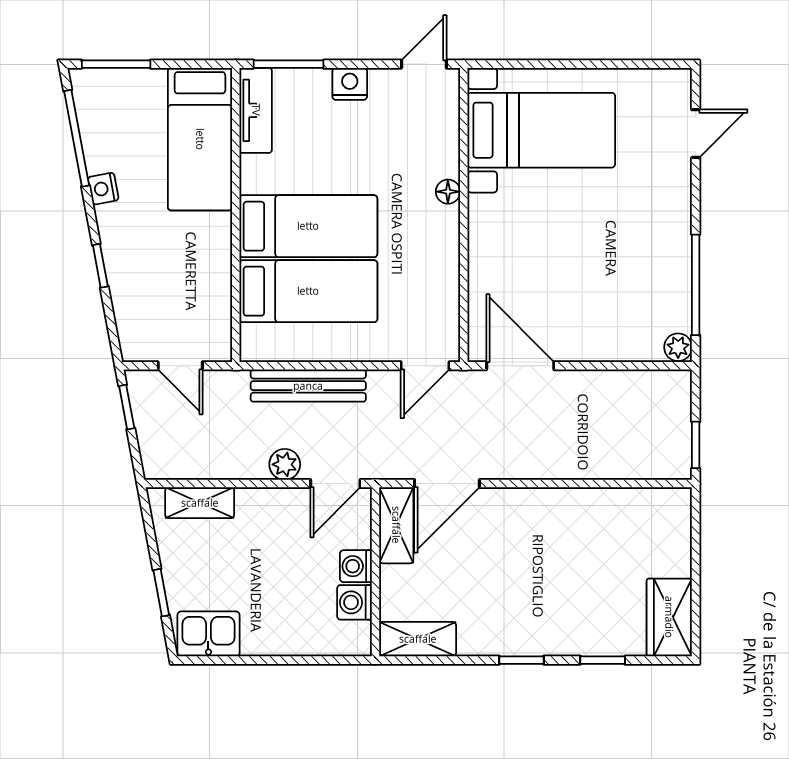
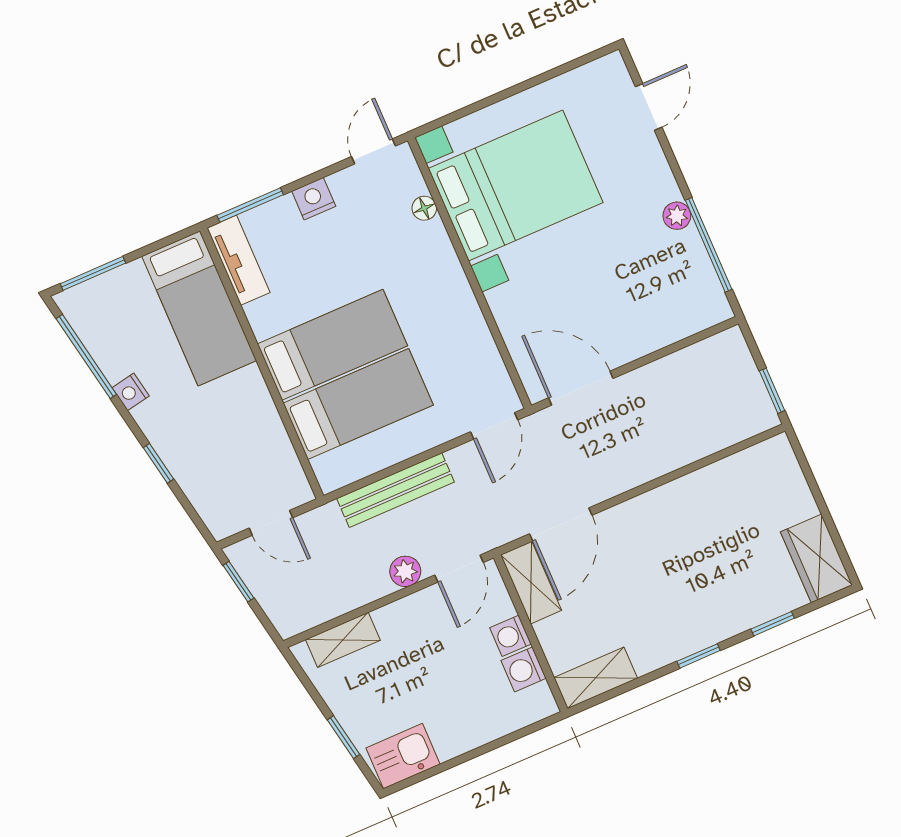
bed with nightstands: (541, 130) -> (516, 186), width x1.36
floor lamp: (448, 192) -> (424, 208), moved
plant: (678, 347) -> (677, 216), moved

